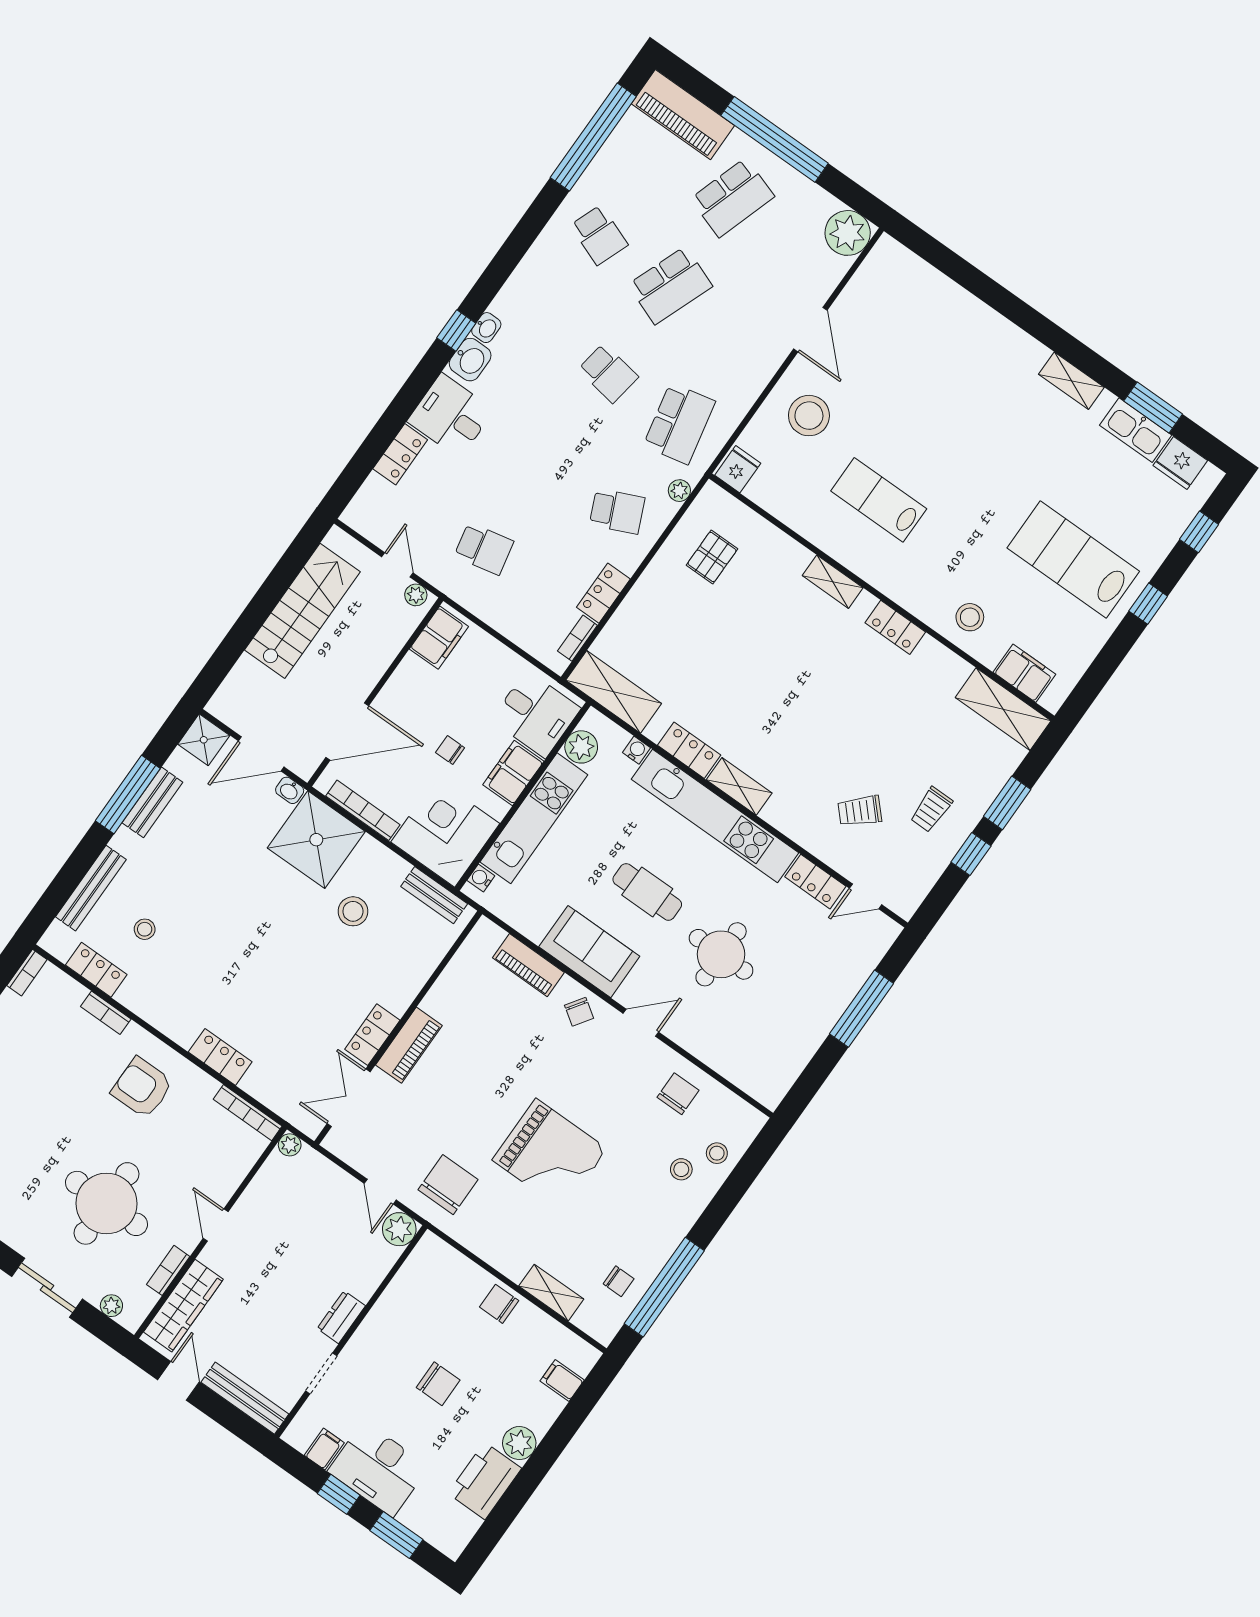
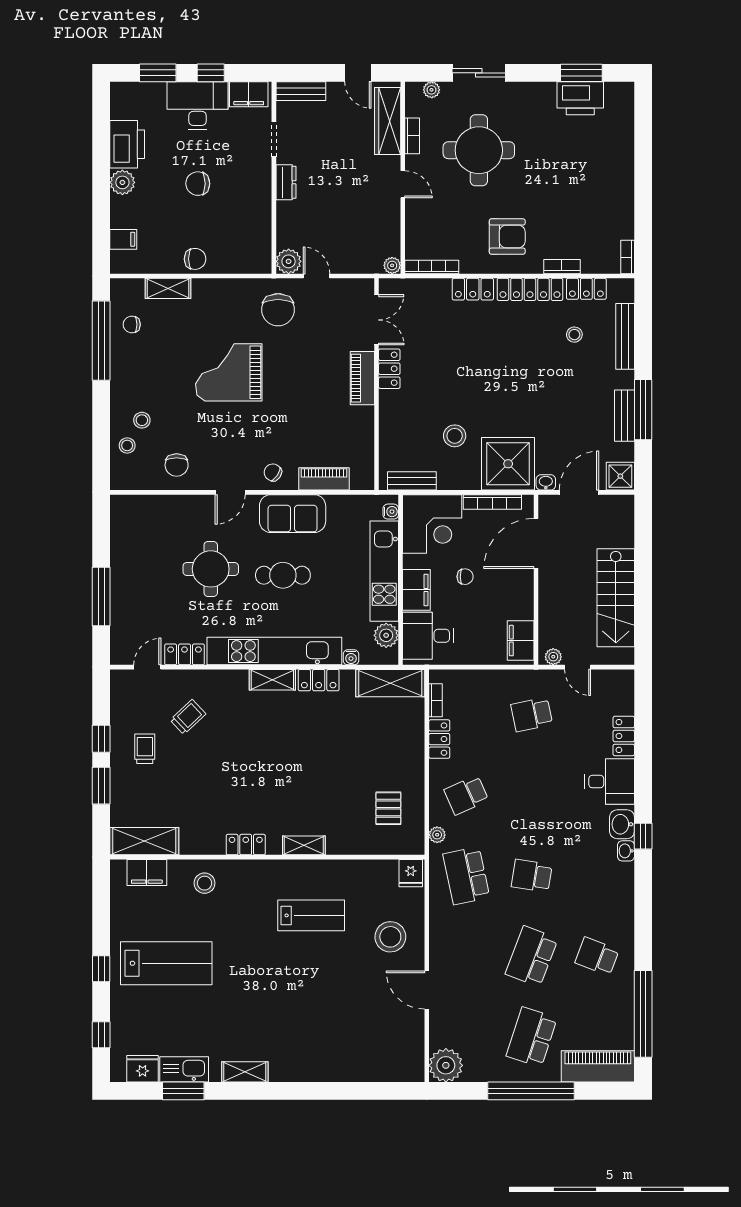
locker: (158, 1013) -> (530, 289), added
bench: (245, 1398) -> (301, 91), width x0.73
filing cabinet: (324, 1449) -> (249, 94), width x2.00

